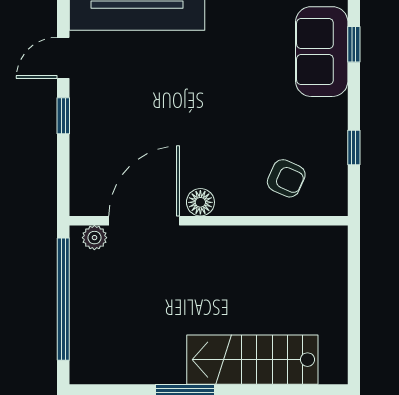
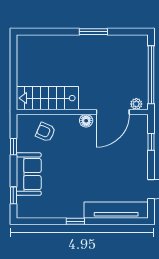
sofa: (322, 52) -> (29, 174), moved
window: (63, 116) -> (151, 142), moved
stairs: (252, 360) -> (47, 98), moved, turned 180

